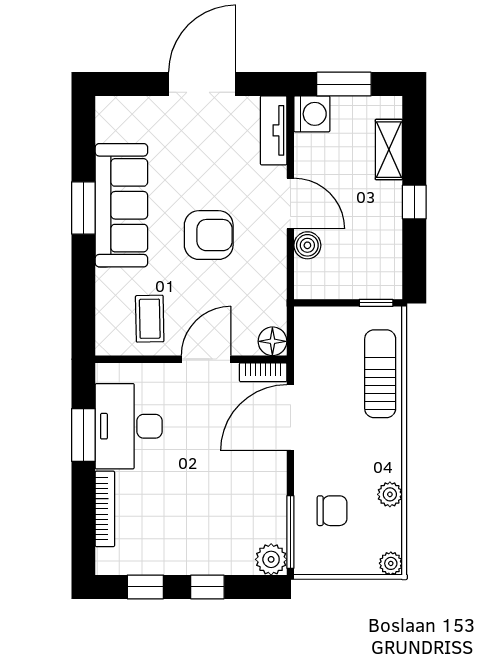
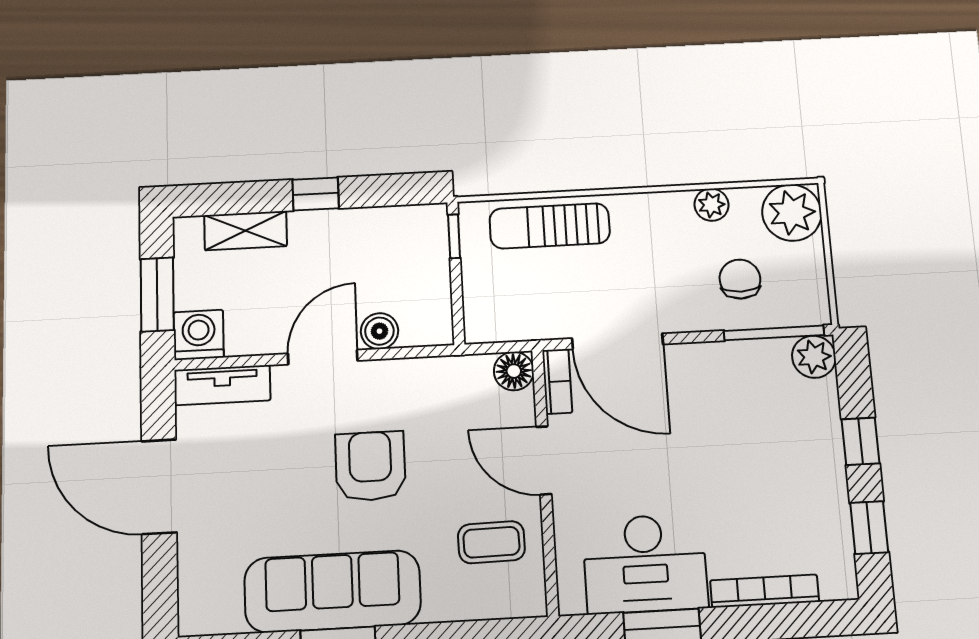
plant: (391, 563) -> (792, 213), width x1.88, depth x1.88

